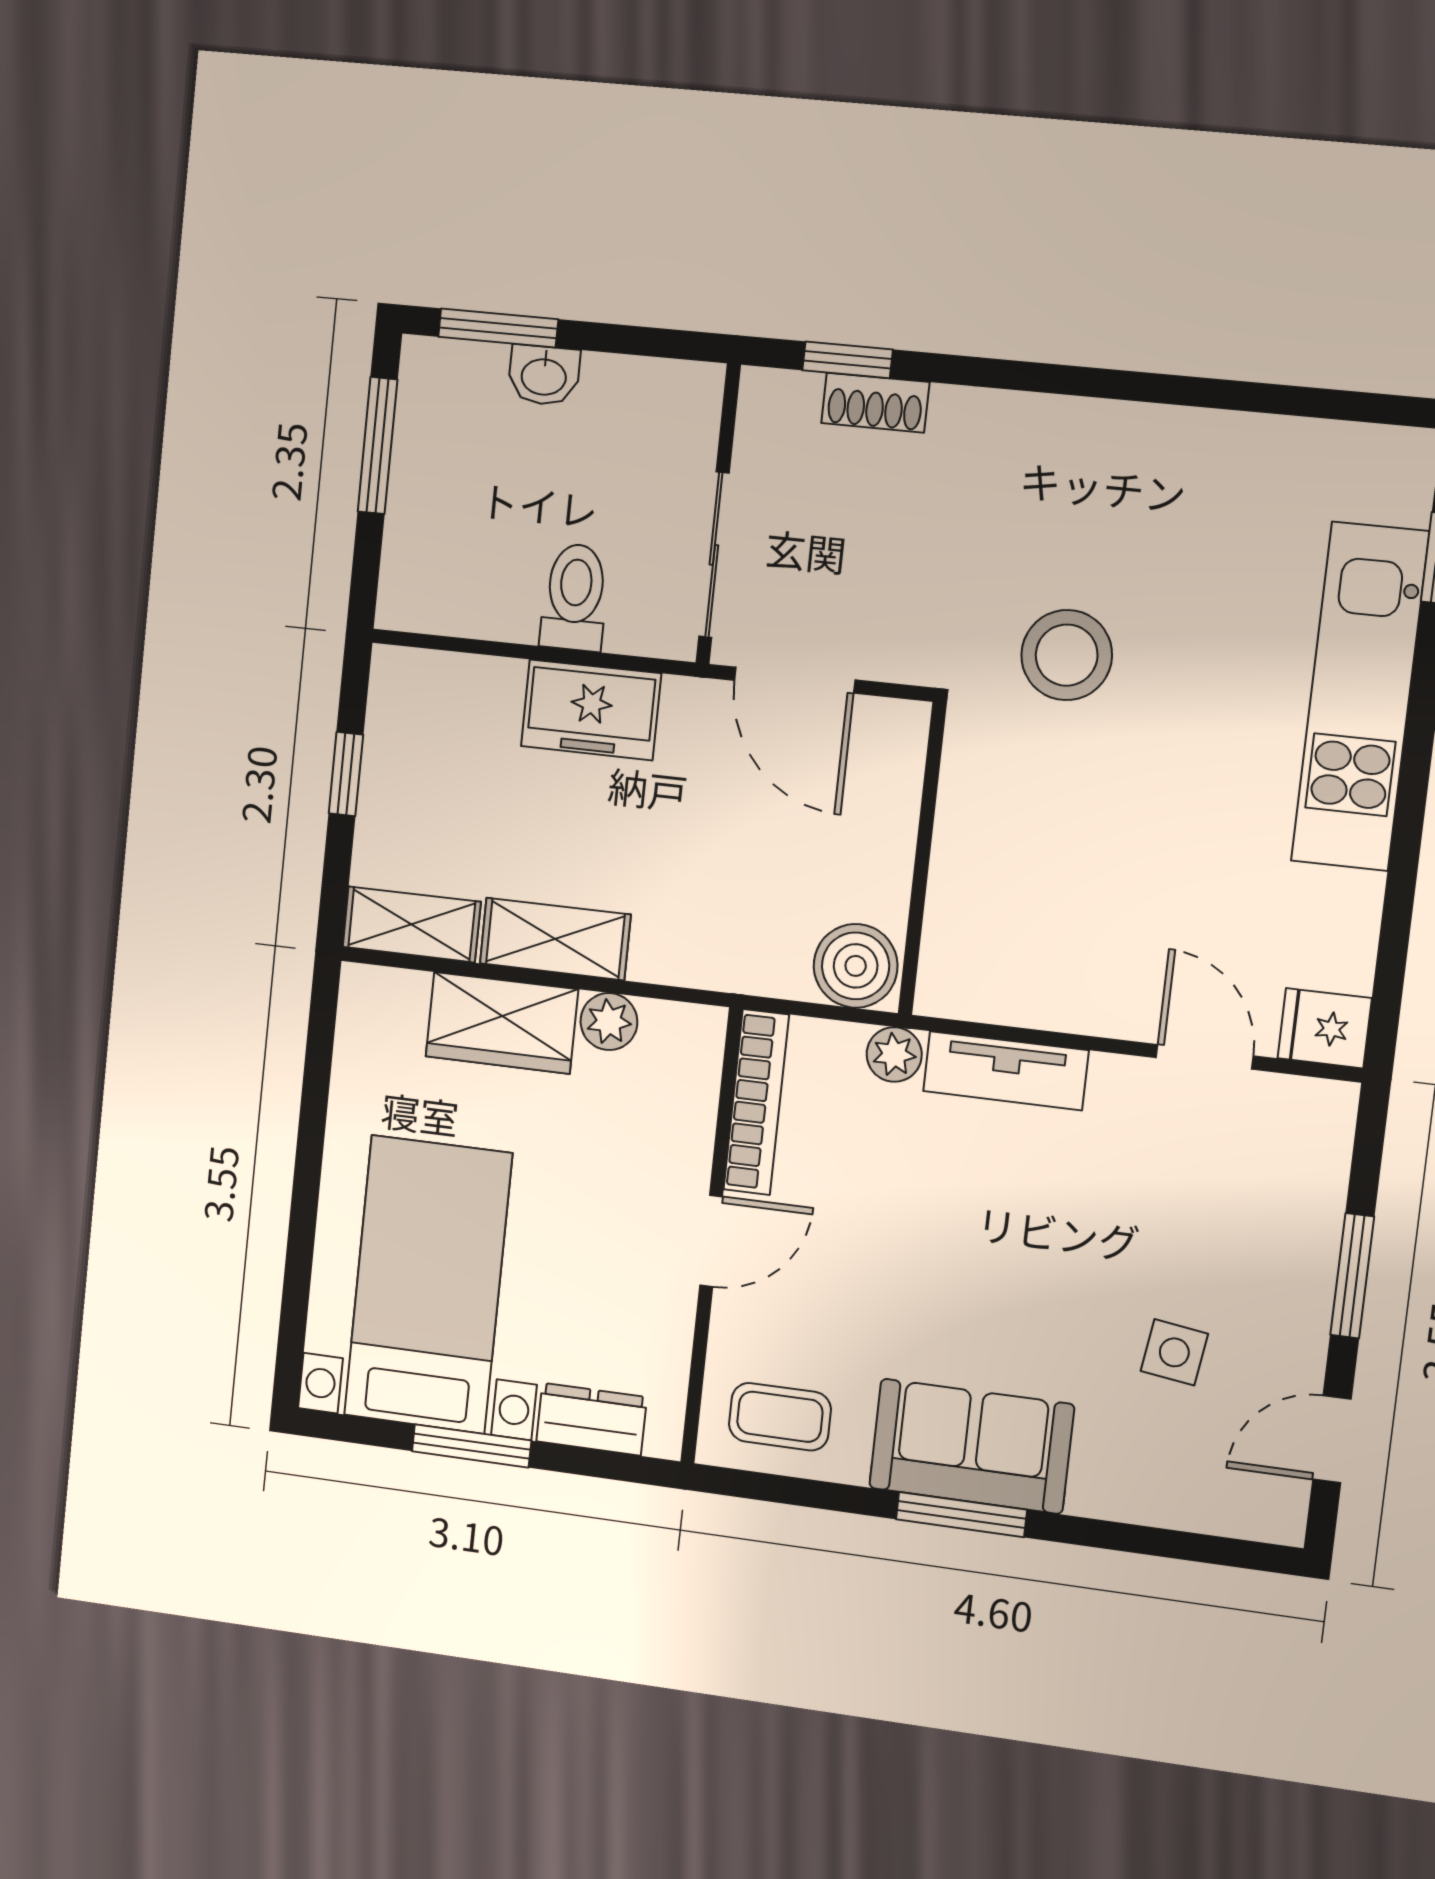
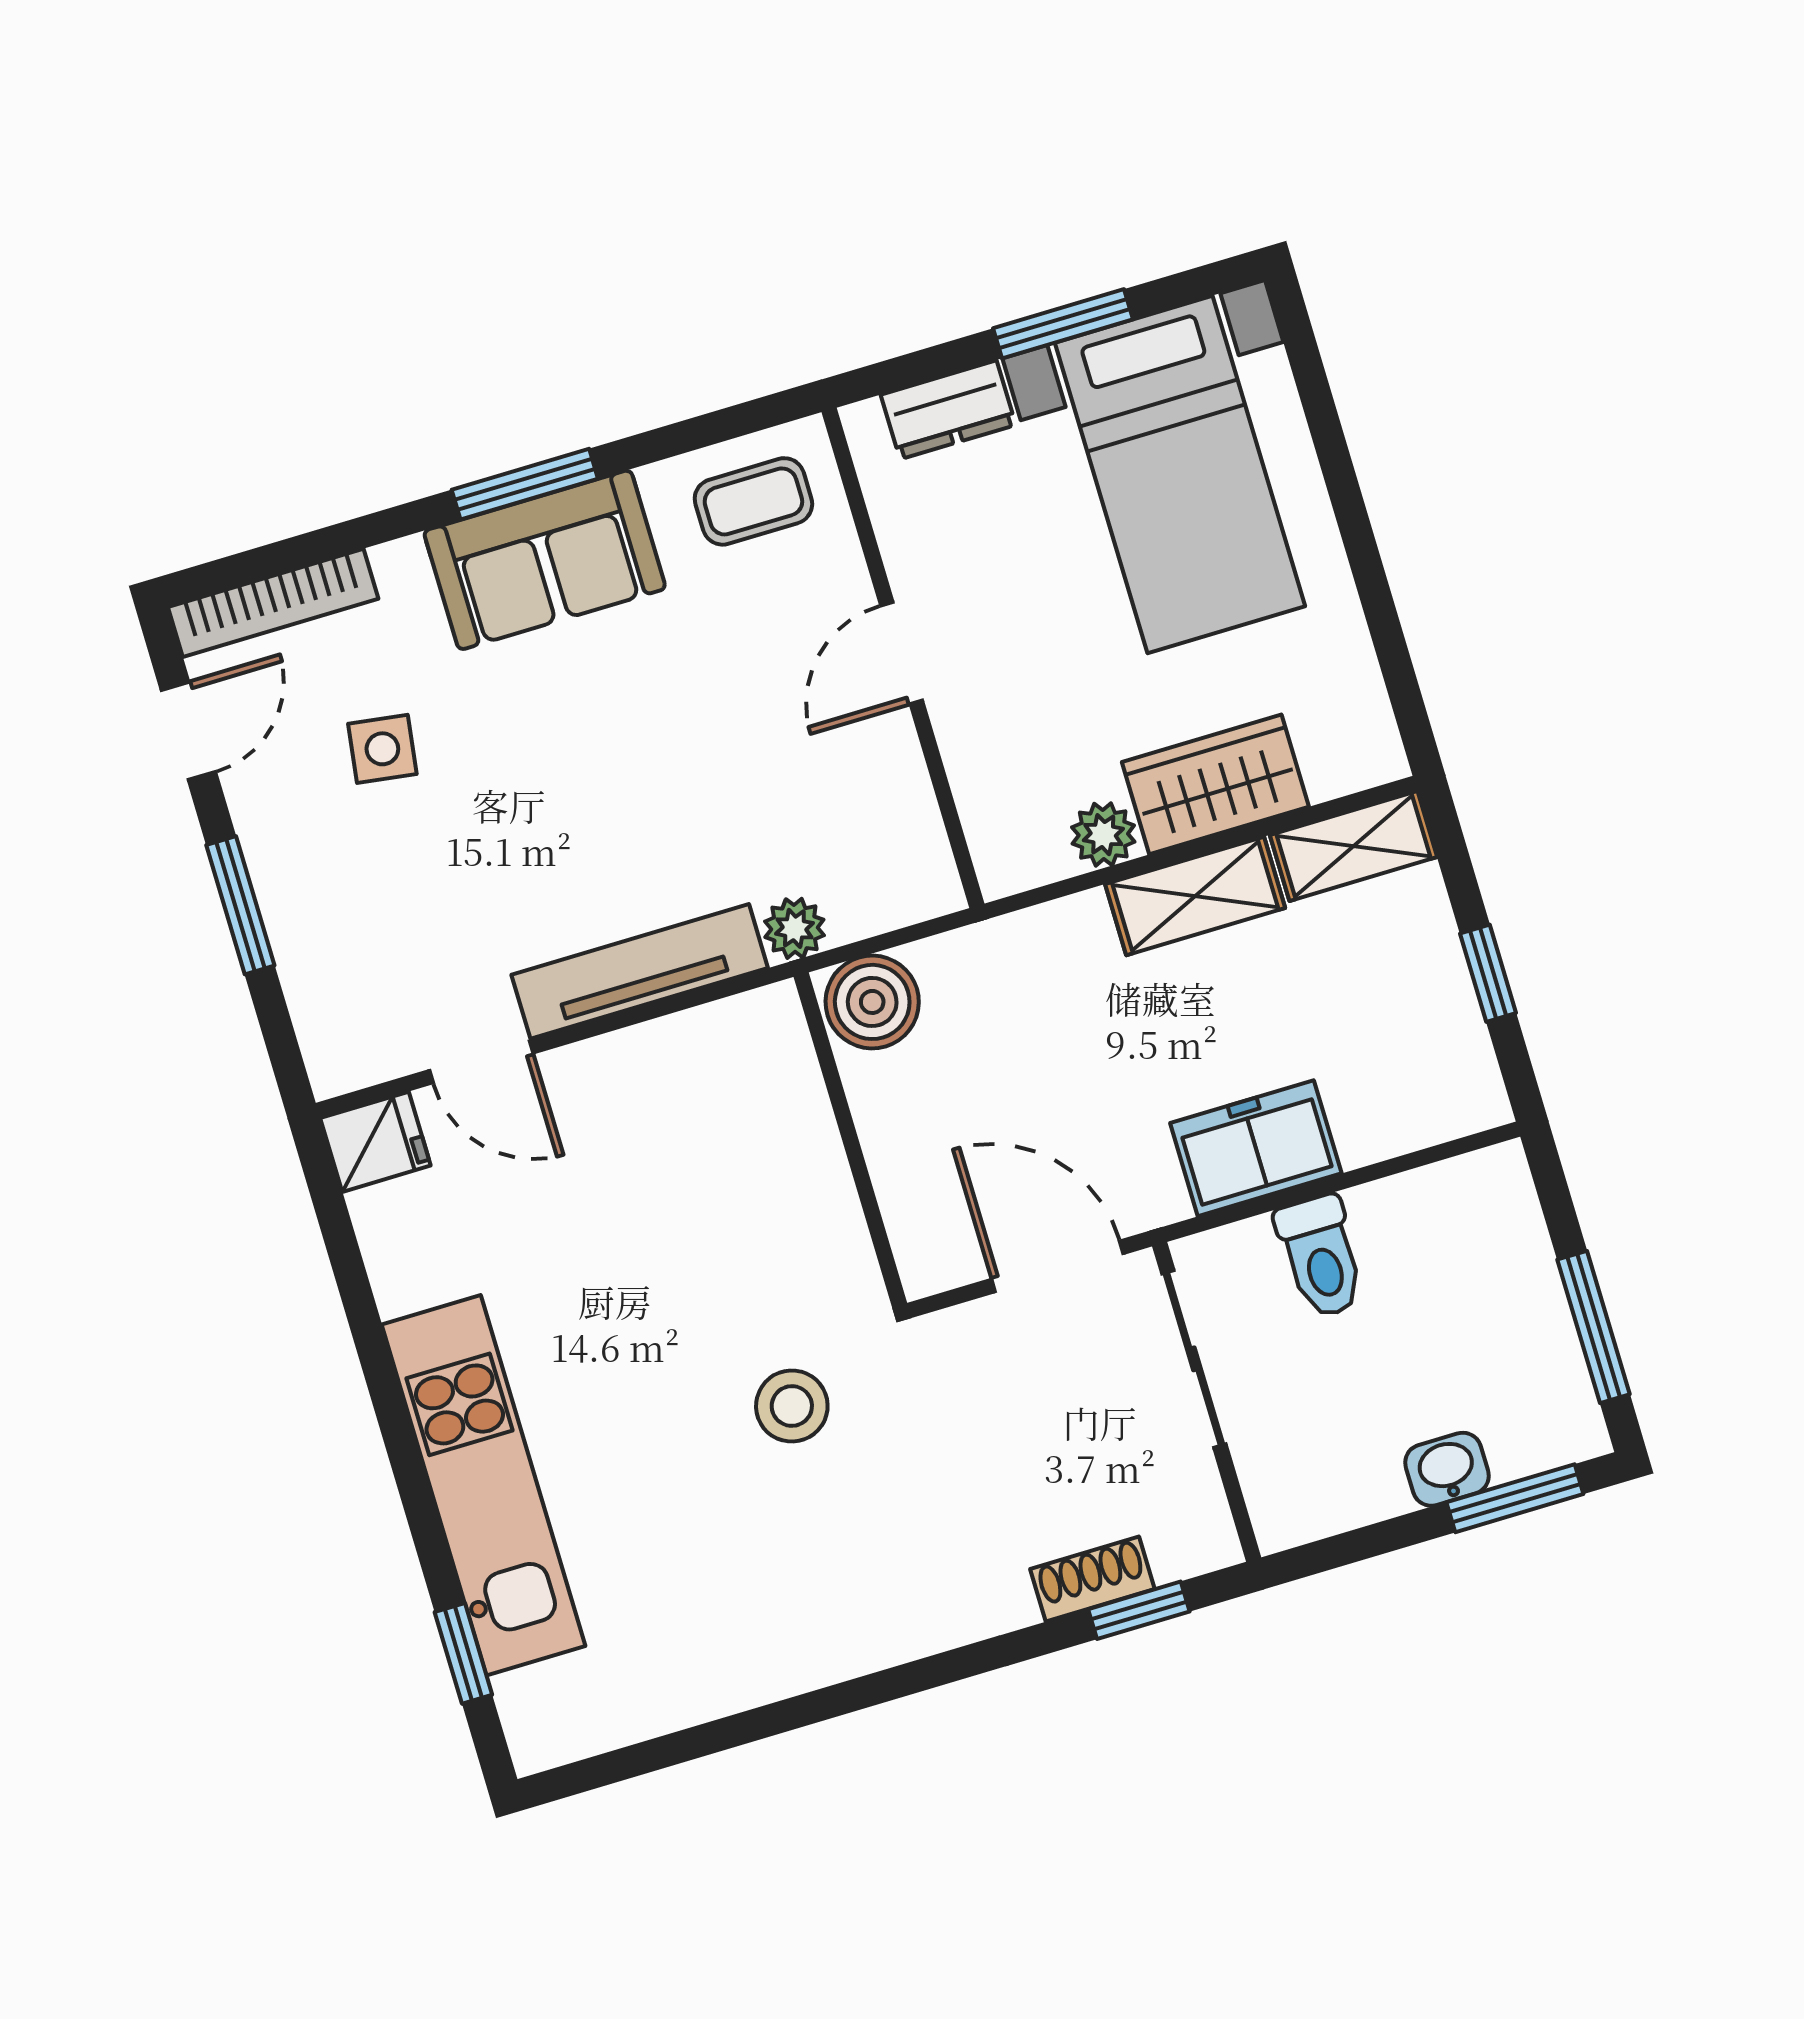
stool: (1067, 655) -> (792, 1406), width x0.73, depth x0.73
tv unit: (1006, 1071) -> (640, 971), width x1.41
bookcase: (756, 1102) -> (273, 603), moved, turned -90

